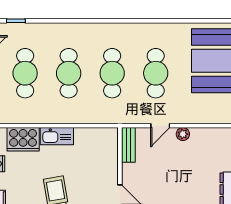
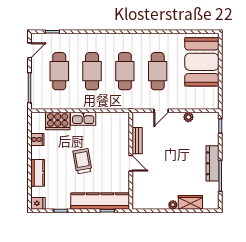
plant: (183, 134) -> (188, 117), moved
bench: (128, 145) -> (137, 141), moved

